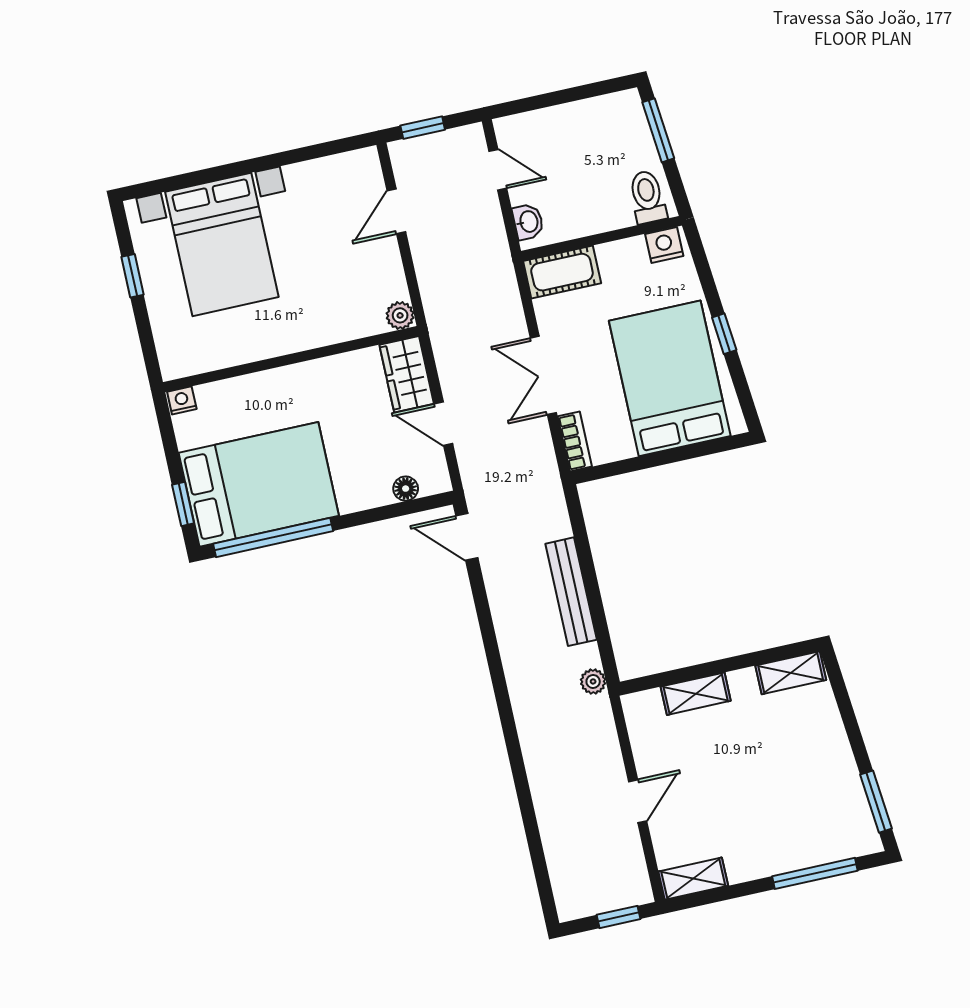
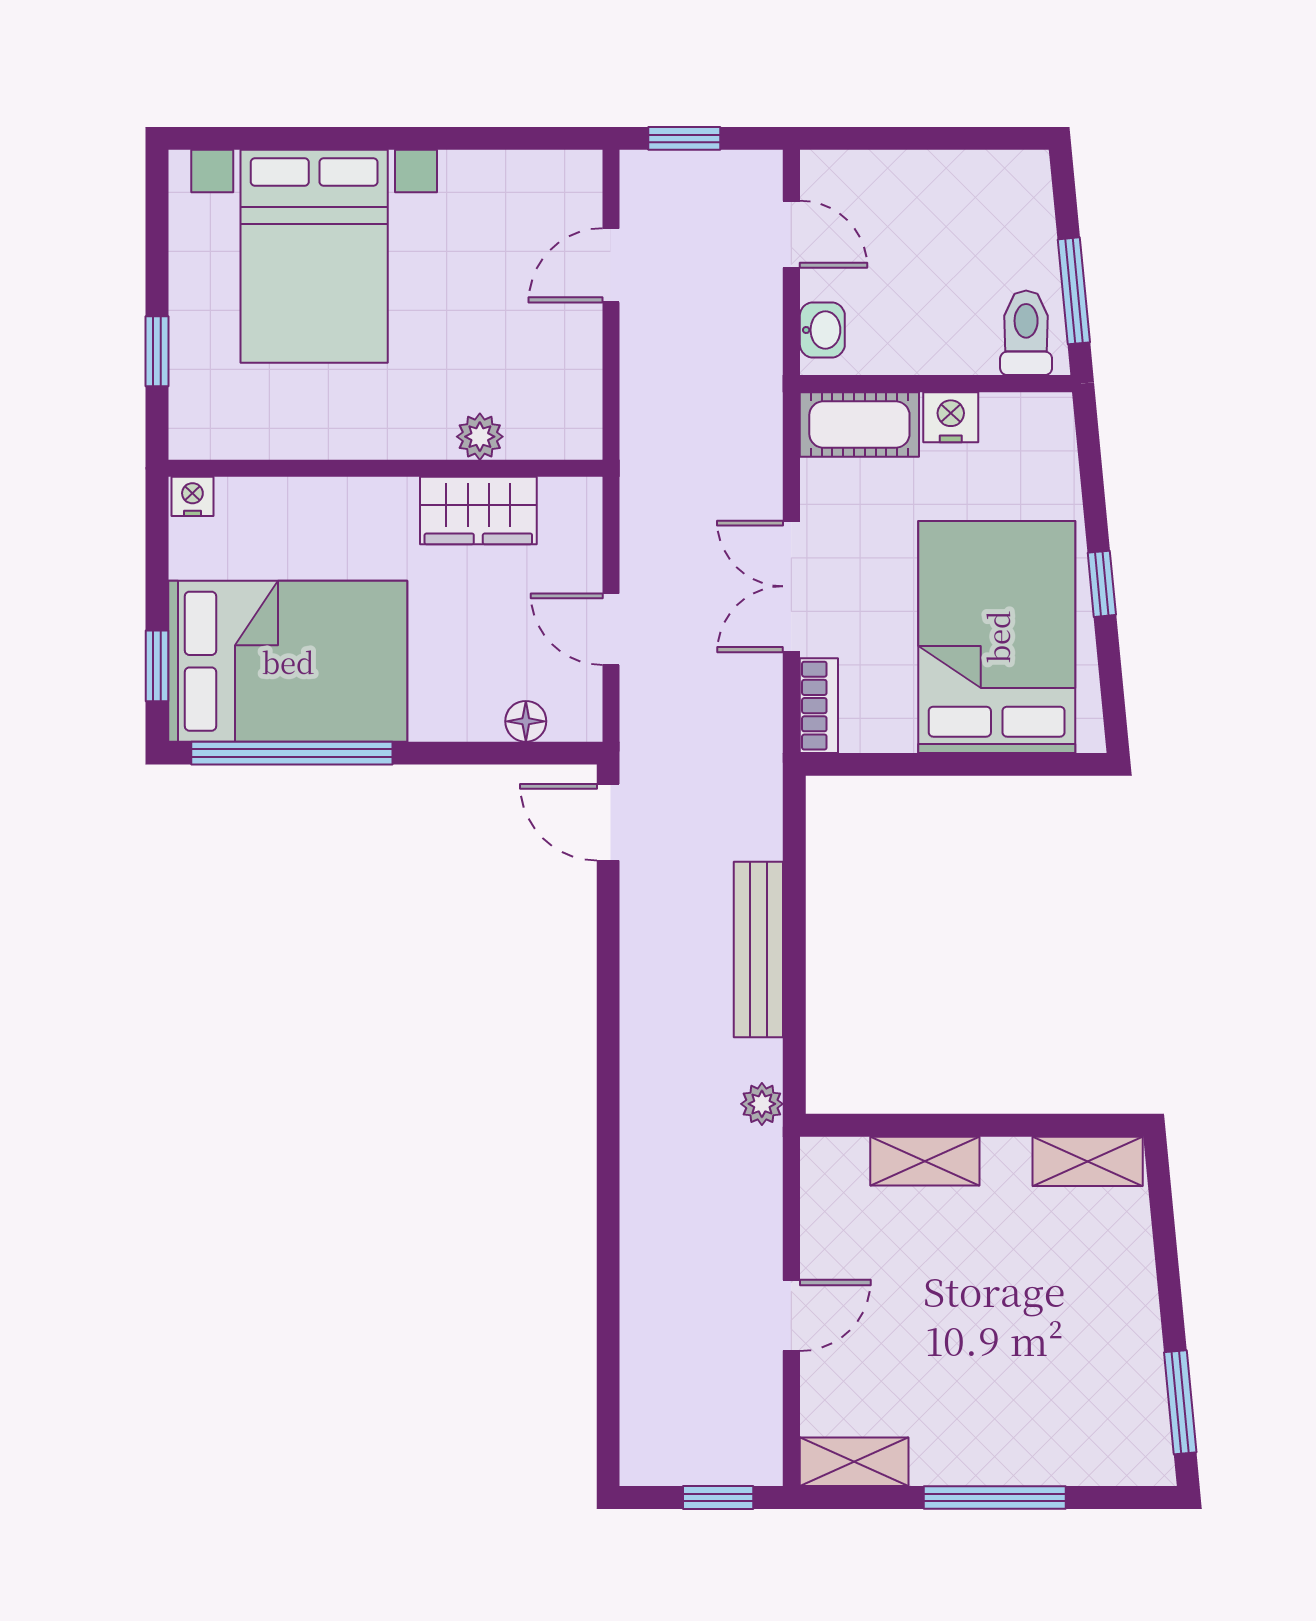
window: (658, 130) -> (1074, 291), moved
nightstand: (664, 245) -> (951, 417), moved
window: (133, 276) -> (157, 351), moved
plant: (400, 315) -> (480, 437), moved
wardrobe: (407, 374) -> (478, 511), moved, turned -90
window: (815, 873) -> (995, 1497), moved

